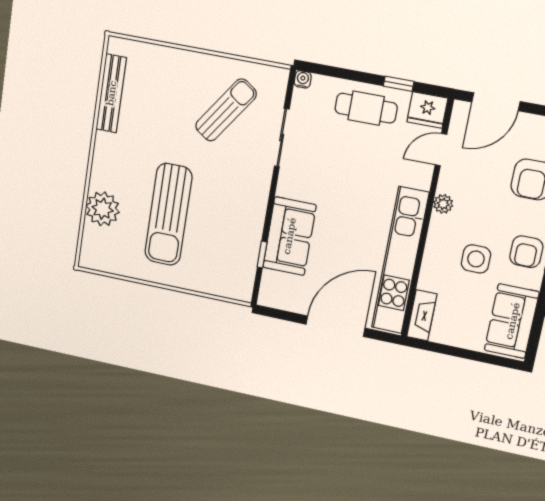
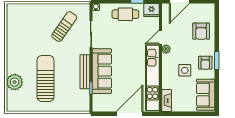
bench: (111, 93) -> (85, 72), moved
door: (441, 150) -> (160, 37), moved
sun lounger: (168, 215) -> (45, 78), turned 180
sofa: (289, 236) -> (102, 71), width x1.36

